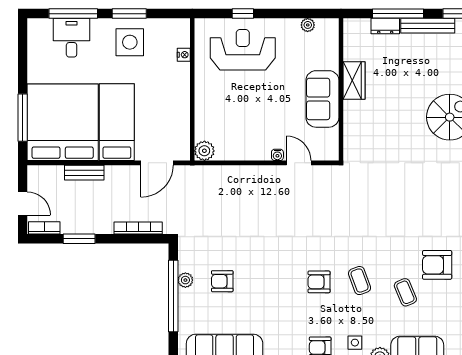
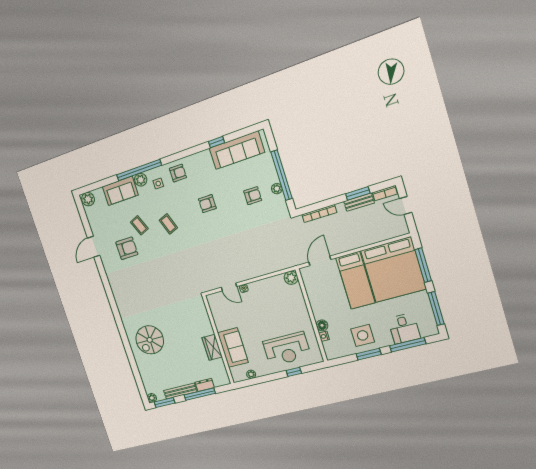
window: (23, 54) -> (436, 308), added
floor lamp: (182, 71) -> (322, 325), added
sofa: (322, 99) -> (233, 348), moved
bench: (84, 173) -> (359, 202), moved
armchair: (319, 282) -> (207, 204), moved, turned 180

